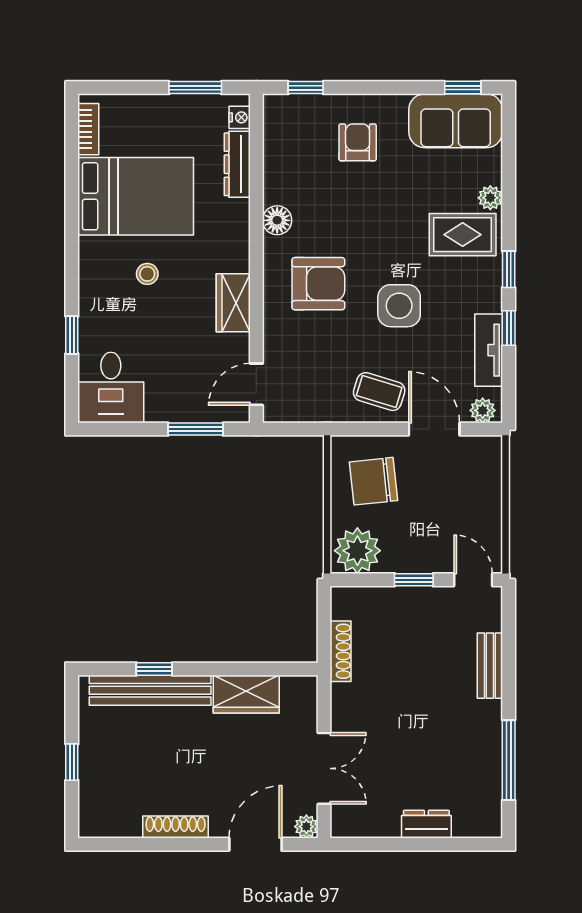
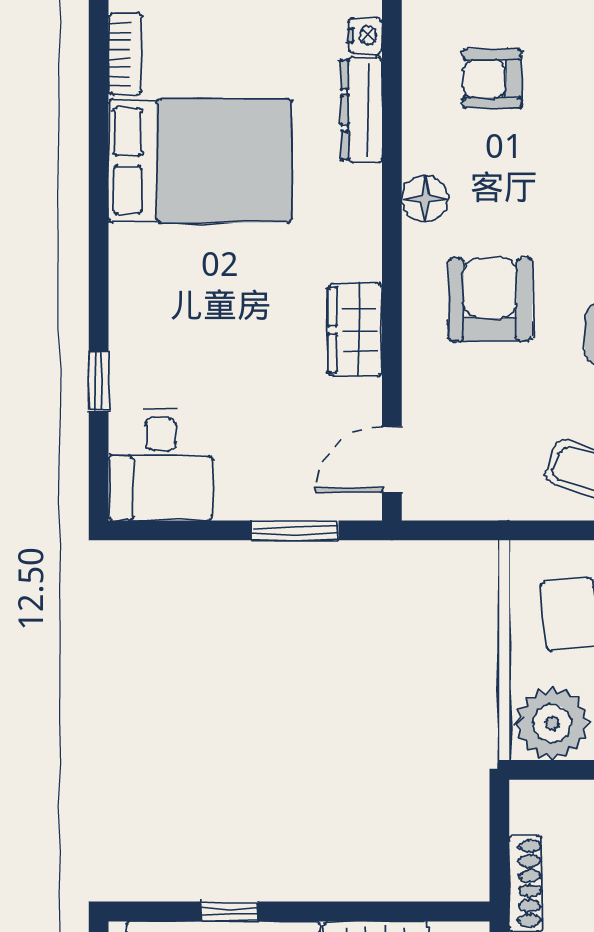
armchair: (358, 142) -> (492, 79), moved, turned -90
stool: (147, 274) -> (218, 284), removed
armchair: (318, 284) -> (490, 300), turned -90

